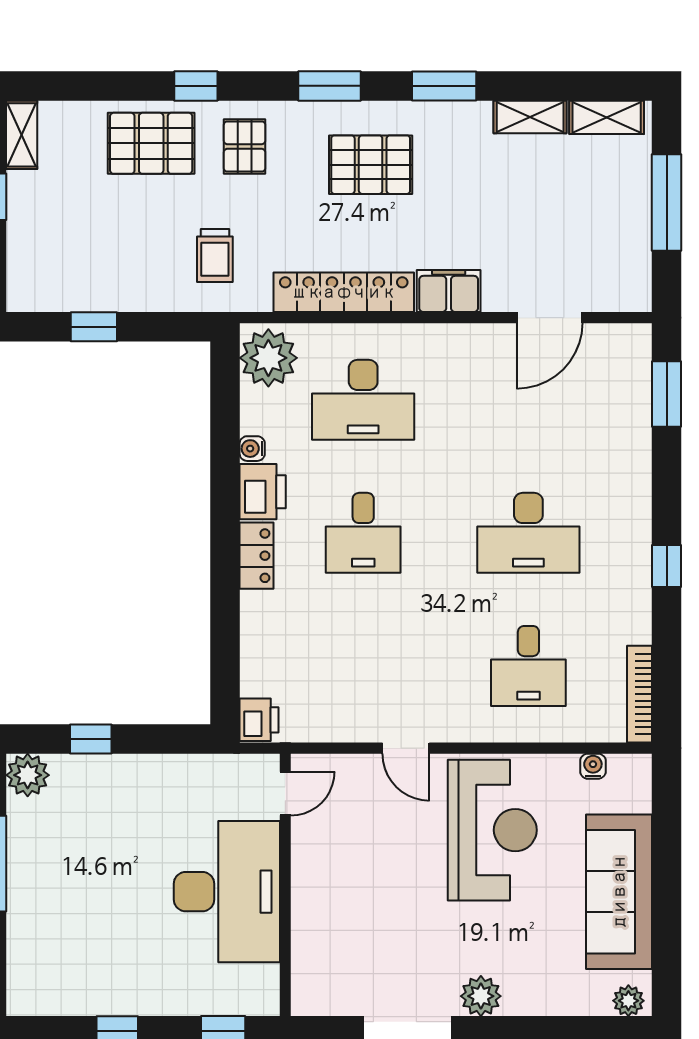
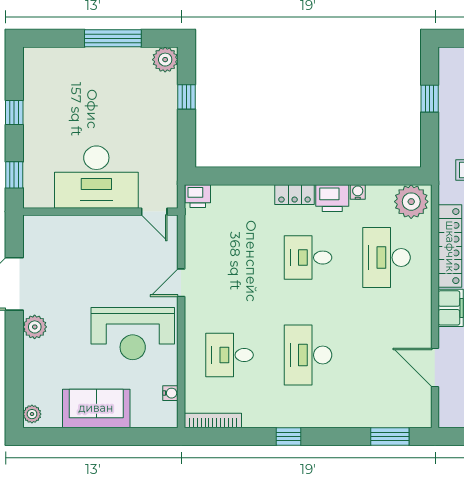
sofa: (619, 892) -> (96, 408), width x0.73

